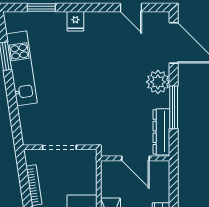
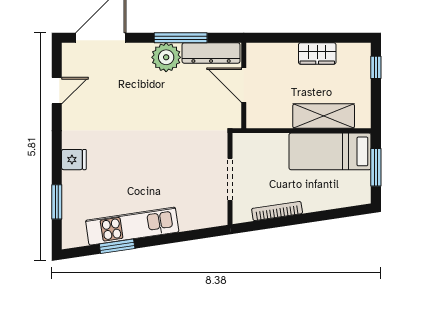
plant: (158, 82) -> (166, 57), moved
door: (135, 158) -> (244, 85), swing flipped

